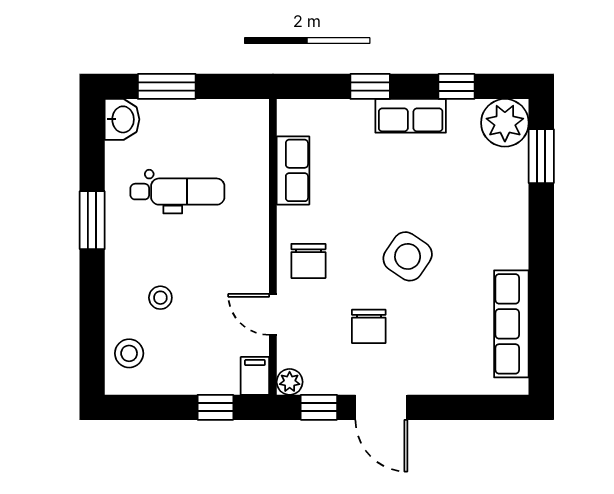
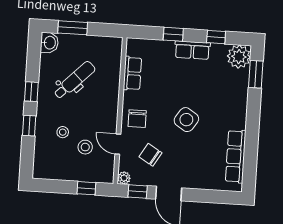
dental chair: (177, 192) -> (74, 80), turned -45
window: (92, 220) -> (31, 92), width x0.67
window: (92, 289) -> (29, 126), added
chair: (369, 326) -> (150, 155), moved, turned 121
stool: (129, 353) -> (85, 147), moved
filing cabinet: (255, 376) -> (107, 174), removed

